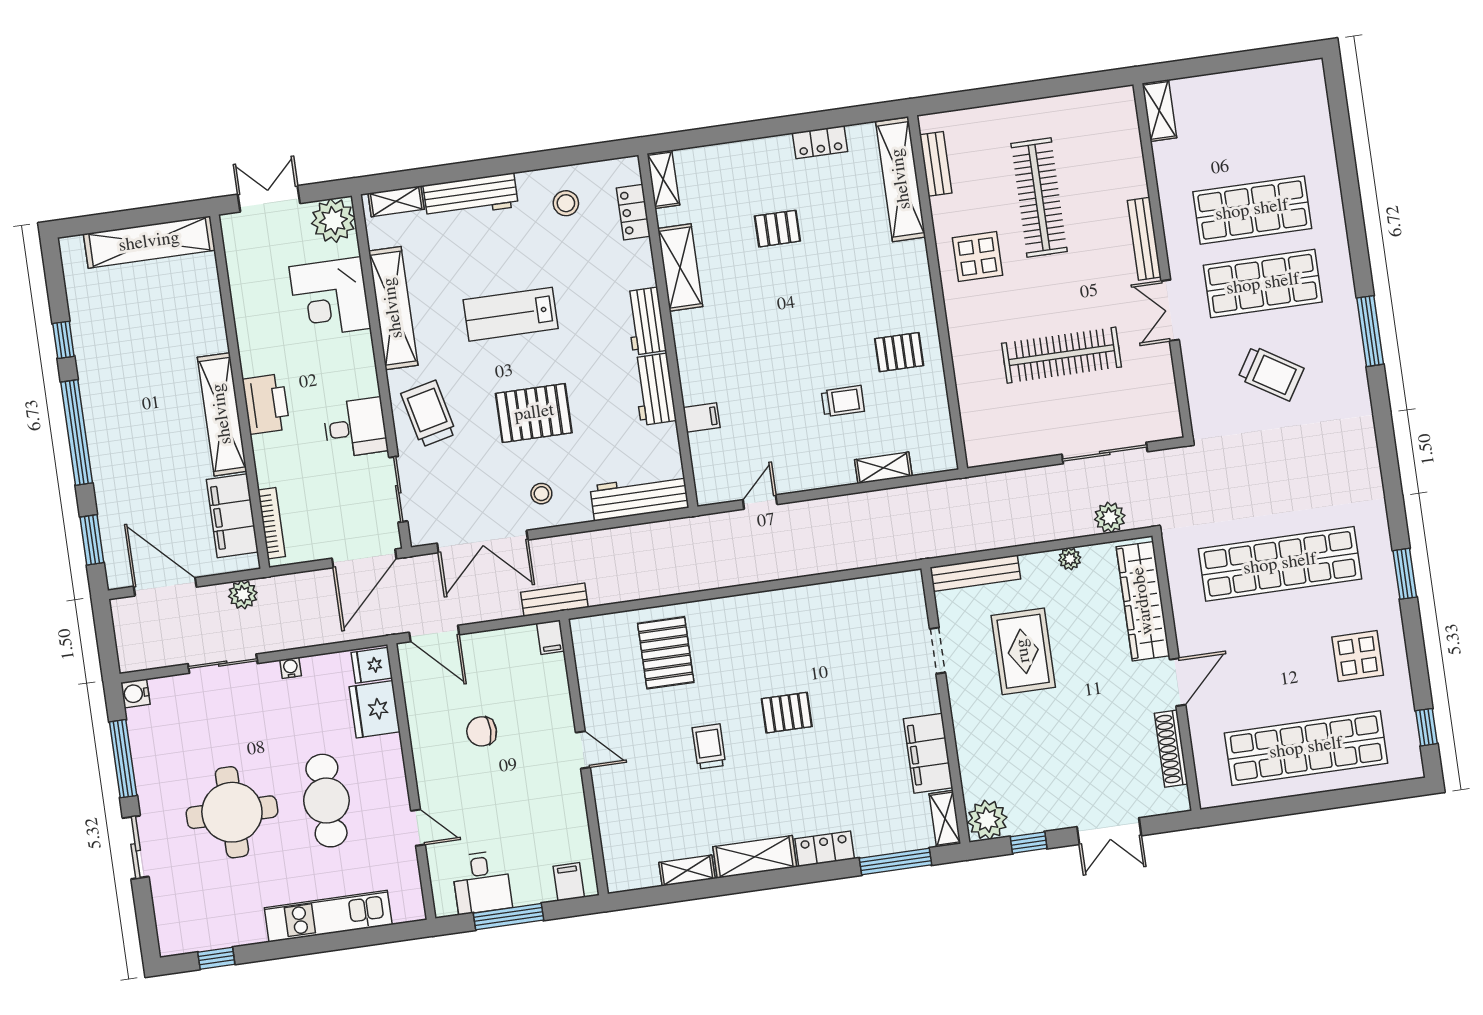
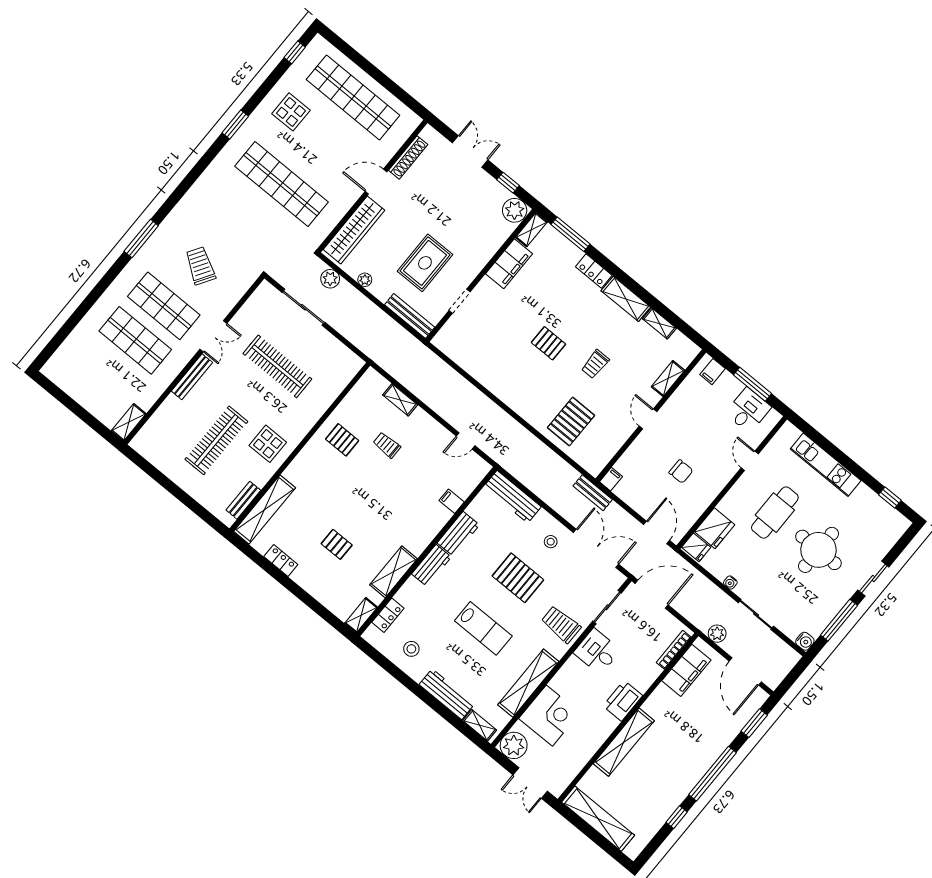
shelving: (222, 414) -> (624, 742), moved
trolley: (429, 414) -> (561, 624), turned 103
shelving: (610, 820) -> (668, 379), added

